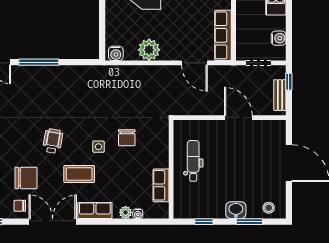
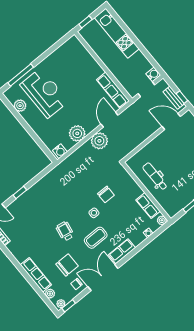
water cooler: (279, 38) -> (153, 74), moved
window: (39, 62) -> (20, 193), width x0.46
door: (194, 63) -> (109, 120), swing flipped
plant: (166, 76) -> (99, 141), added
window: (289, 82) -> (182, 97), moved
door: (238, 118) -> (171, 121), moved
plant: (126, 212) -> (162, 220), moved

